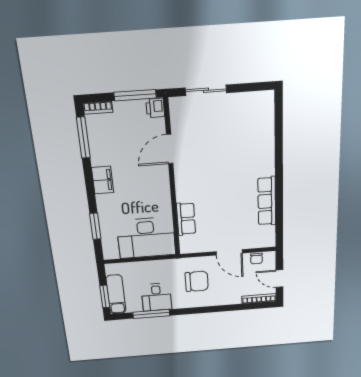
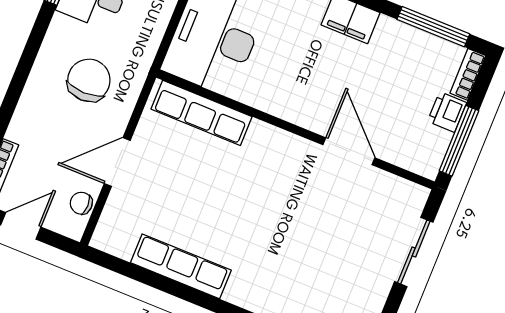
printer: (155, 108) -> (447, 112), moved, turned -90
row of seats: (186, 219) -> (202, 113), width x1.48
chair: (197, 281) -> (89, 80), turned 180

